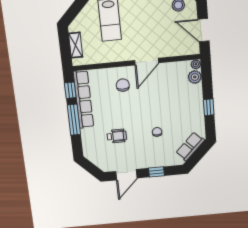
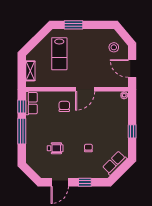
plant: (195, 77) -> (123, 105), removed
row of seats: (83, 99) -> (31, 103), width x0.50

